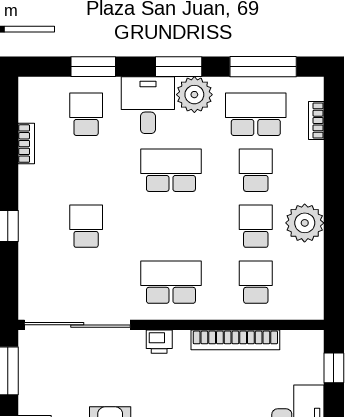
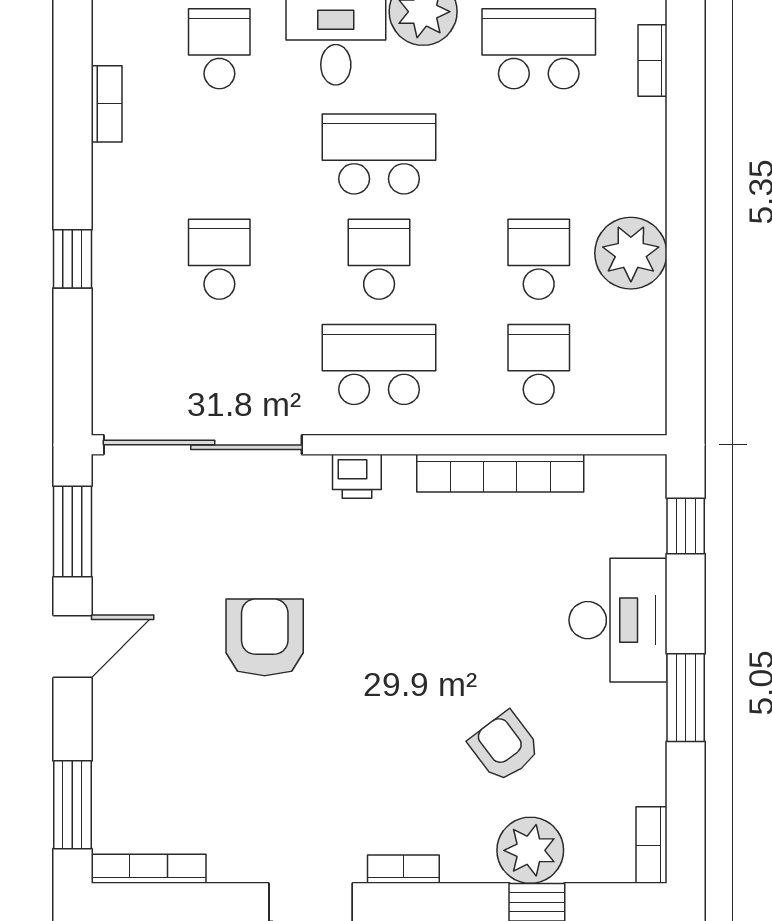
school desk: (256, 170) -> (379, 259), moved

